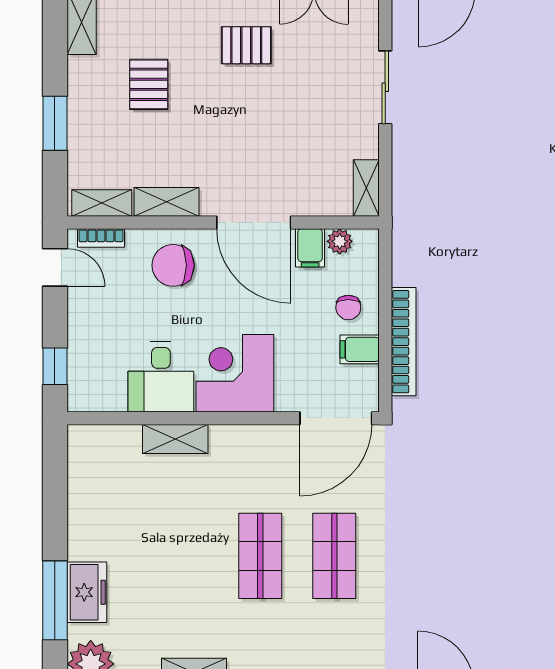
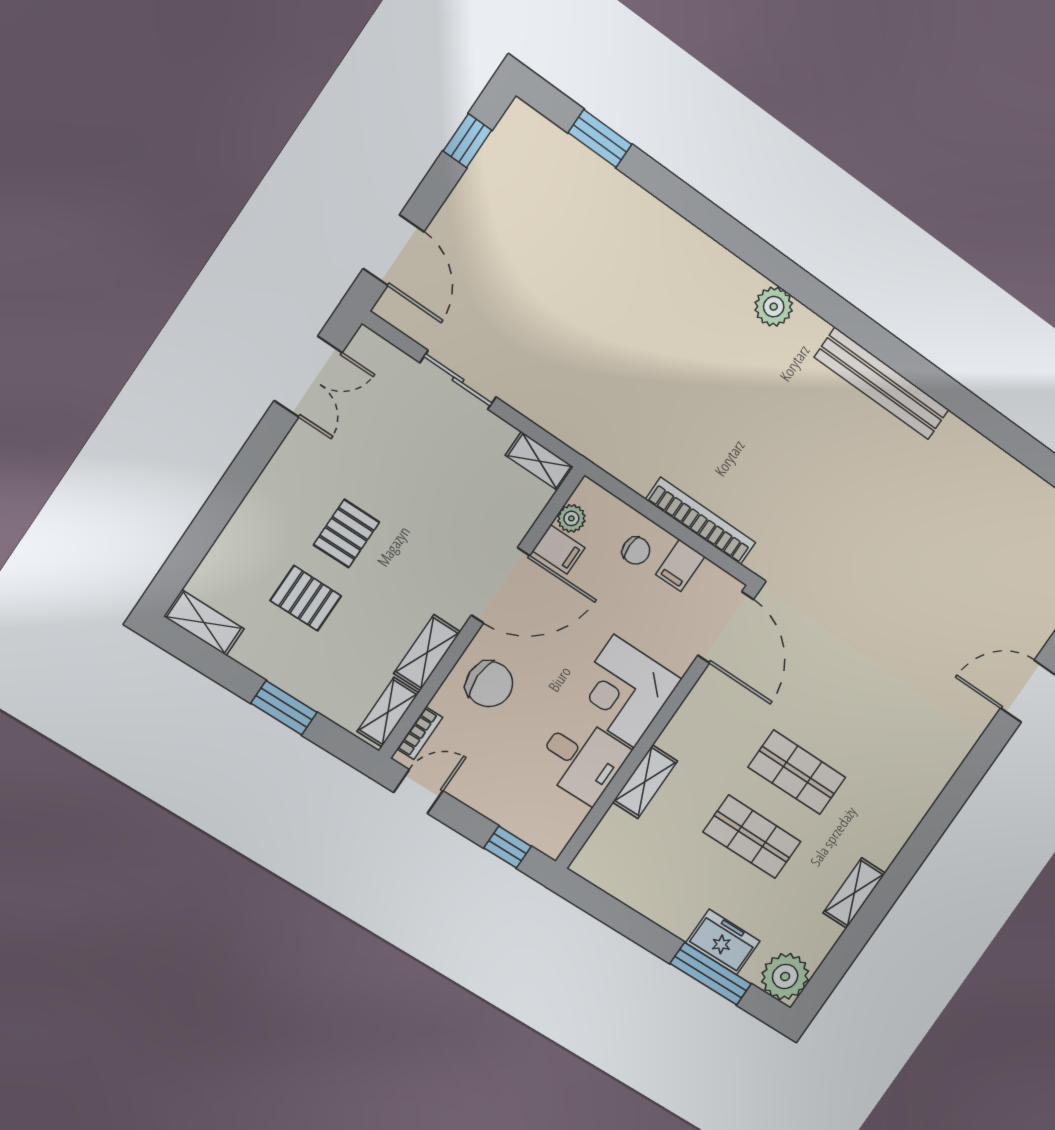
pallet: (246, 45) -> (347, 533), moved
chair: (173, 265) -> (489, 684), turned -90
shop shelf: (334, 556) -> (752, 837), moved

